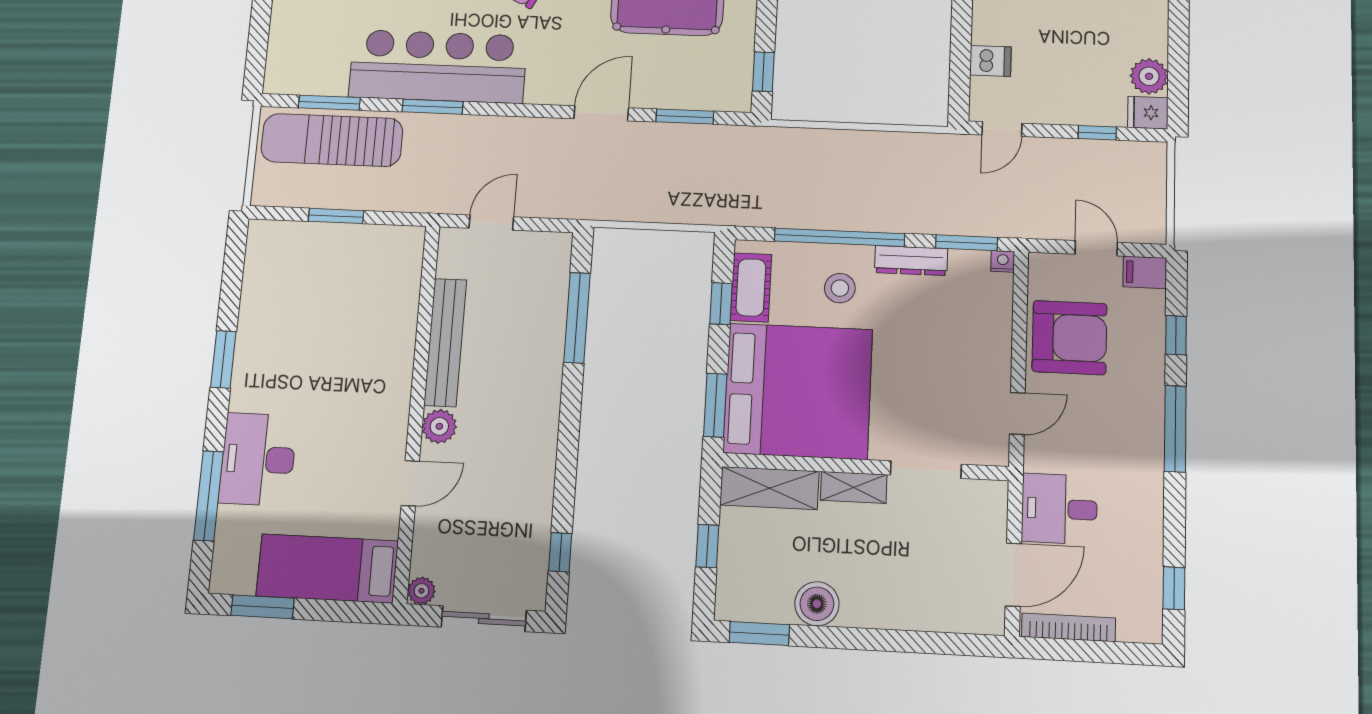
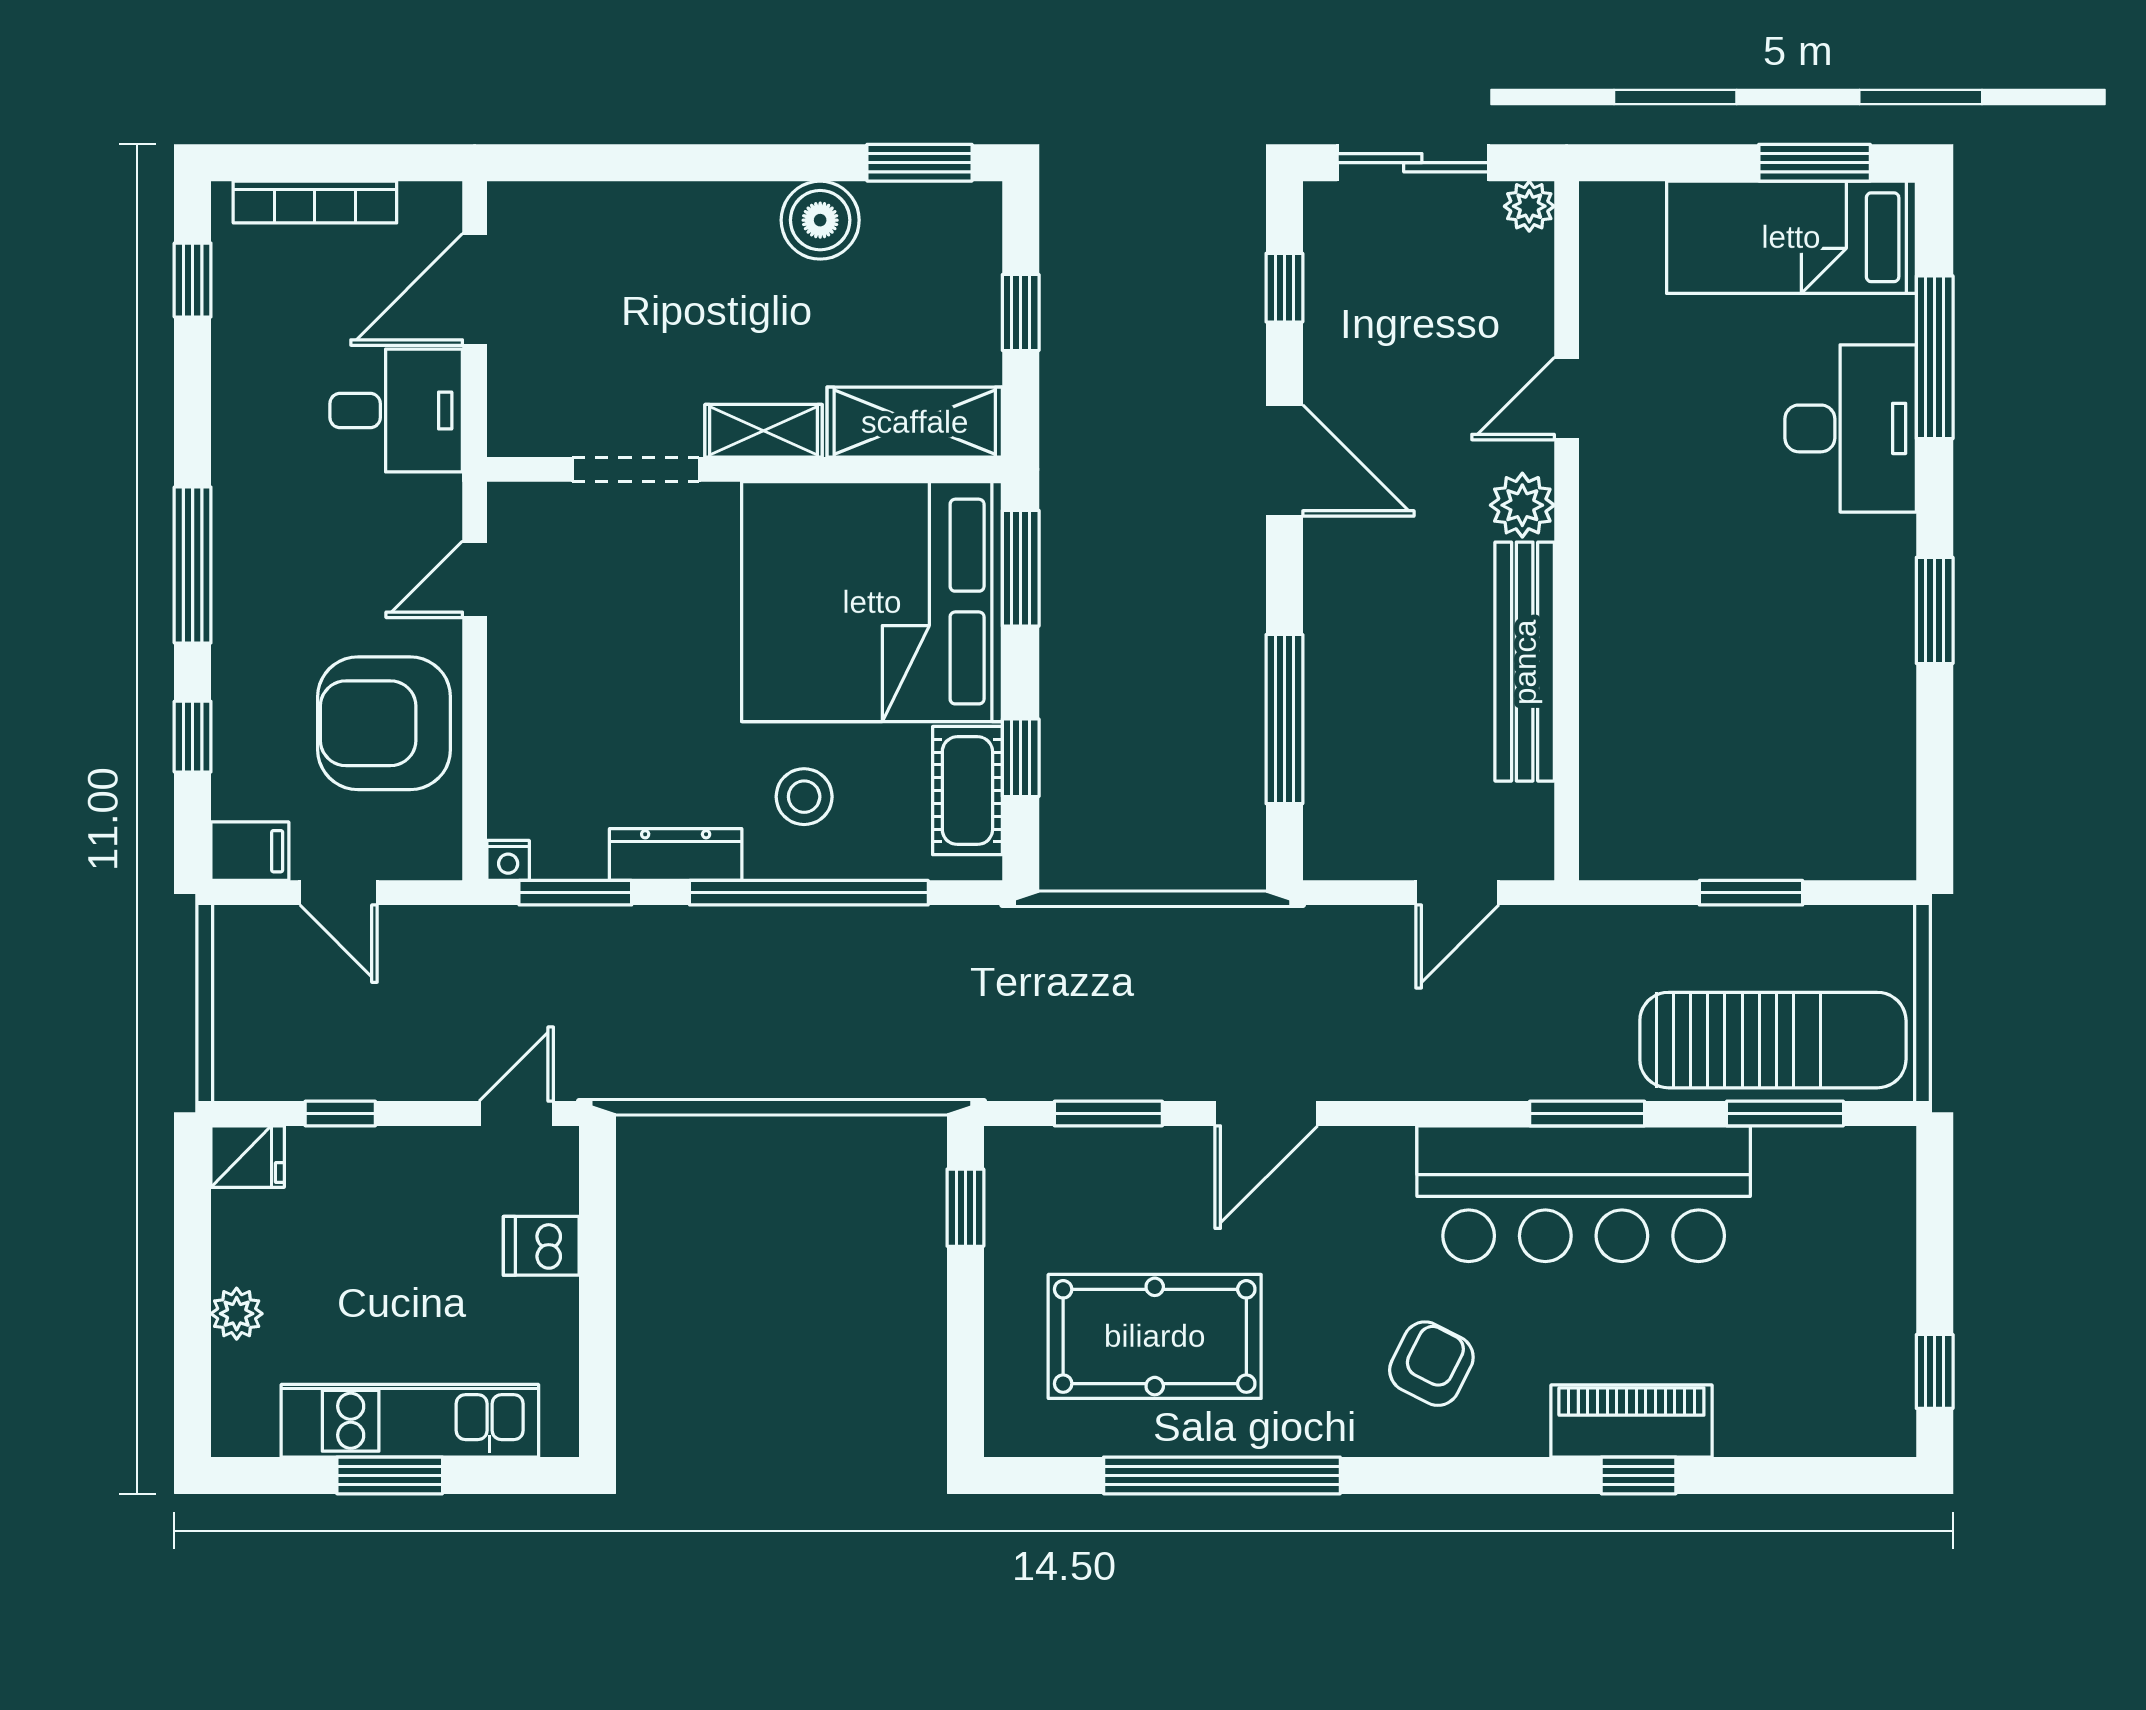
plant: (1149, 76) -> (237, 1314), moved, width x0.73, depth x0.73
door: (567, 457) -> (1284, 461), added
bed: (327, 568) -> (1791, 237), moved, turned 180
bookcase: (1068, 627) -> (315, 202), moved

